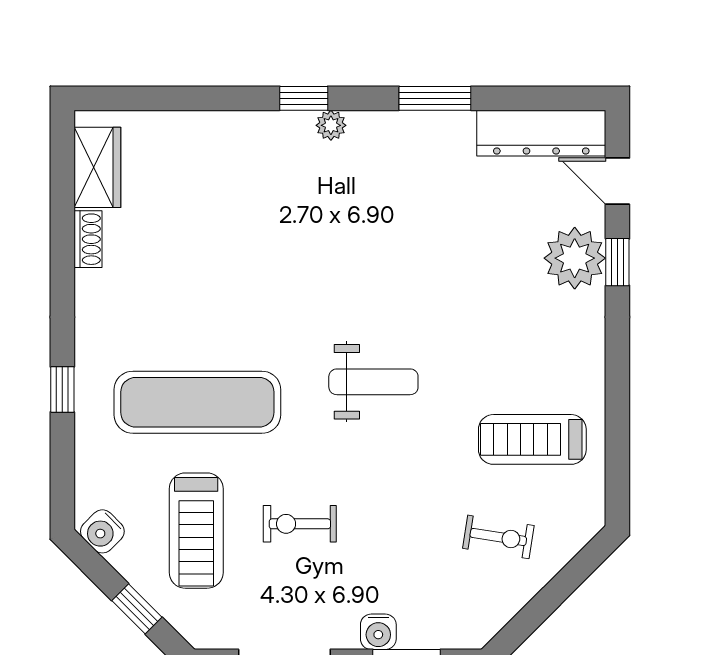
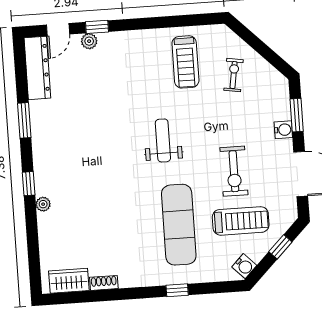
plant: (331, 125) -> (43, 204), moved
plant: (575, 258) -> (89, 41), width x0.53, depth x0.53
exercise bike: (300, 524) -> (234, 171), width x1.38, depth x1.39

